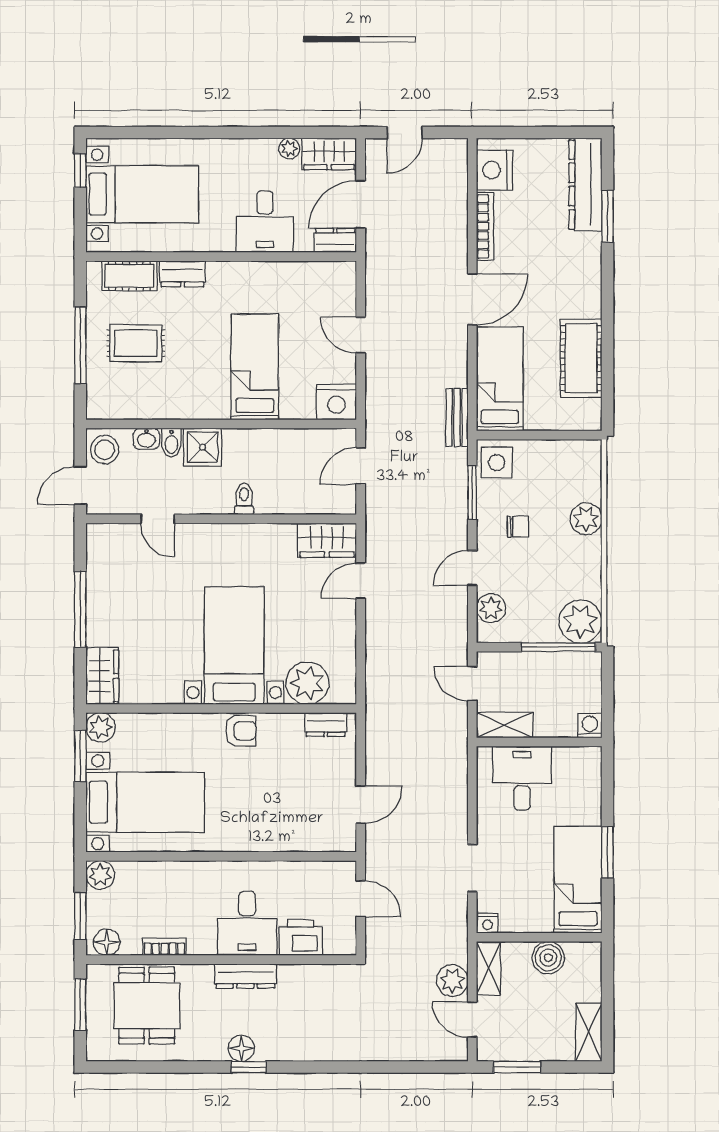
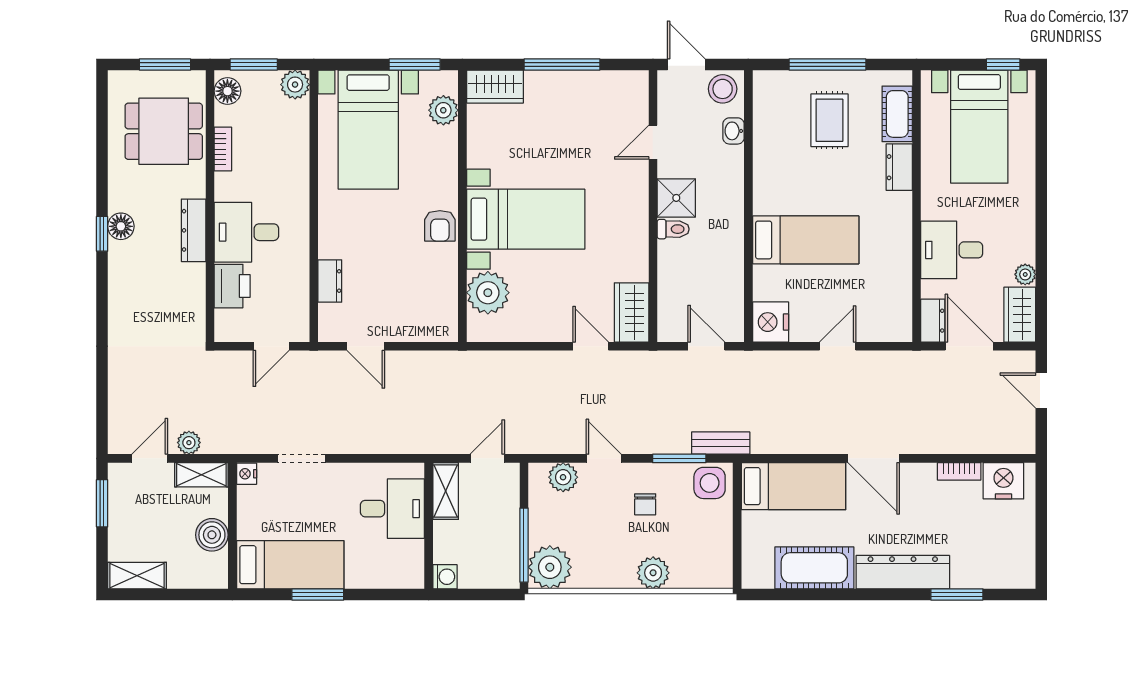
dresser: (585, 185) -> (903, 572), moved
bookcase: (485, 226) -> (959, 471), width x0.64
bench: (457, 417) -> (721, 443), moved
bidet: (171, 443) -> (730, 156), removed
shower: (202, 447) -> (676, 198), moved
dresser: (326, 725) -> (330, 281), moved, turned 180
plant: (101, 727) -> (443, 110), moved
plant: (452, 981) -> (189, 443), width x0.73, depth x0.73

